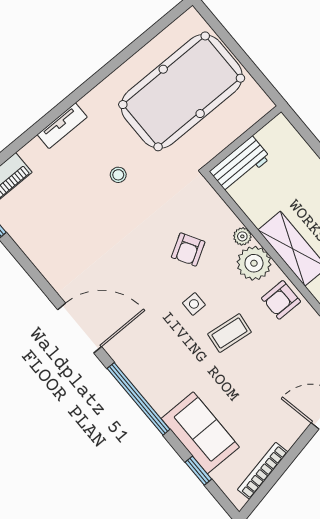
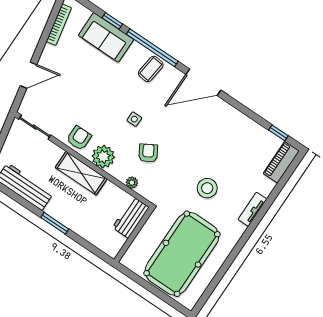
stool: (118, 175) -> (207, 188), width x1.89, depth x1.89
plant: (242, 236) -> (132, 183), moved
coffee table: (229, 333) -> (151, 69), moved
window: (198, 471) -> (112, 21), moved

